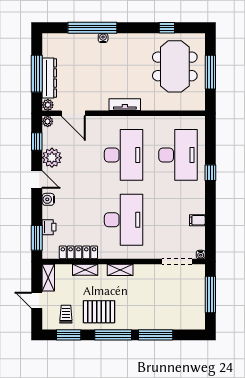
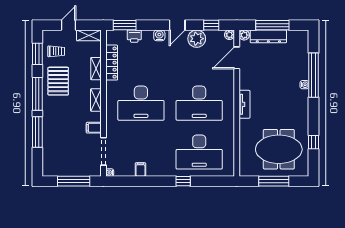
filing cabinet: (151, 272) -> (94, 128), added

